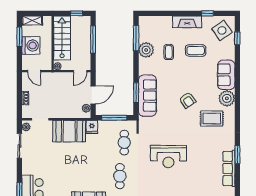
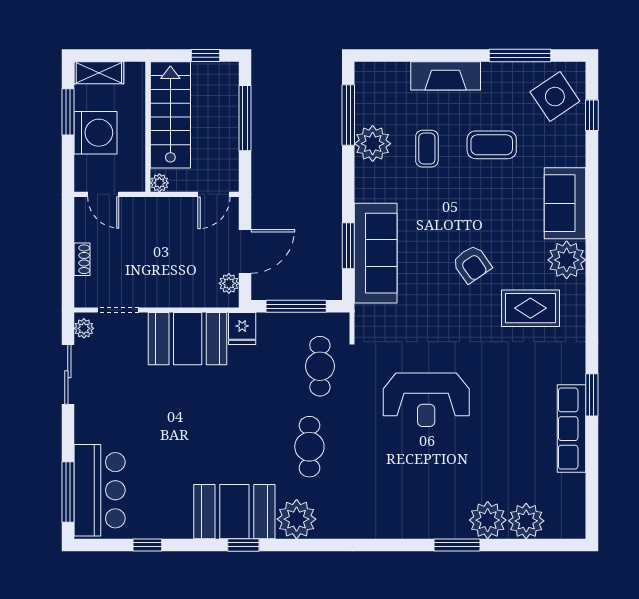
window: (207, 13) -> (520, 55), width x2.17
fireplace: (187, 22) -> (446, 76), moved

